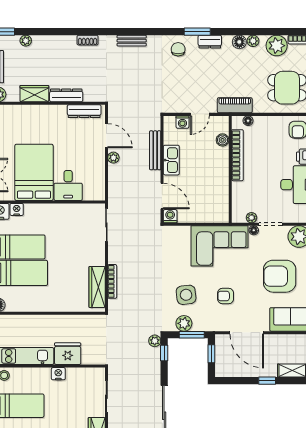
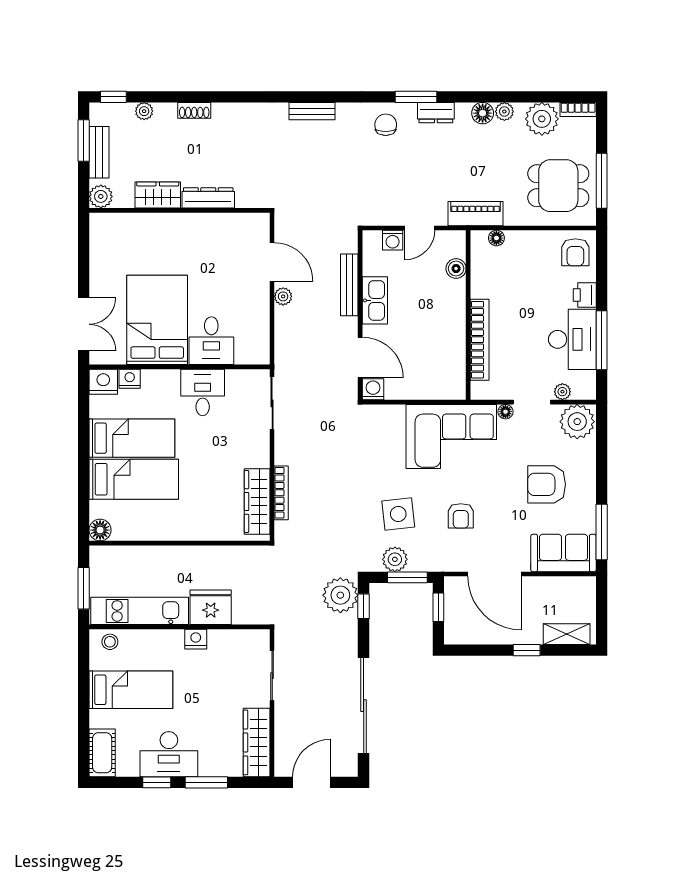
shoe rack: (88, 40) -> (194, 110), moved
dresser: (84, 111) -> (237, 223), removed
bookcase: (237, 155) -> (480, 340), moved
desk: (63, 218) -> (203, 392), added
plant: (252, 218) -> (562, 392), moved
armchair: (280, 276) -> (547, 484), width x0.73, depth x0.73
armchair: (226, 296) -> (461, 516), turned -90
plant: (155, 341) -> (340, 595), width x1.87, depth x1.87

